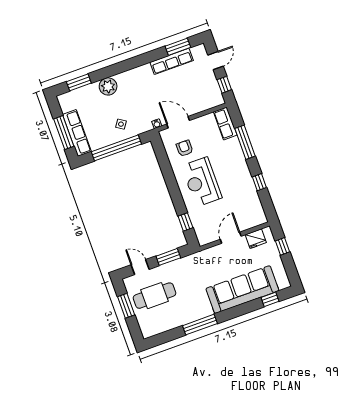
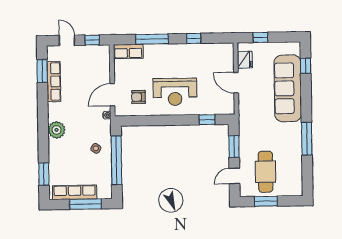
plant: (108, 86) -> (57, 130), moved
row of seats: (77, 133) -> (75, 192), moved

